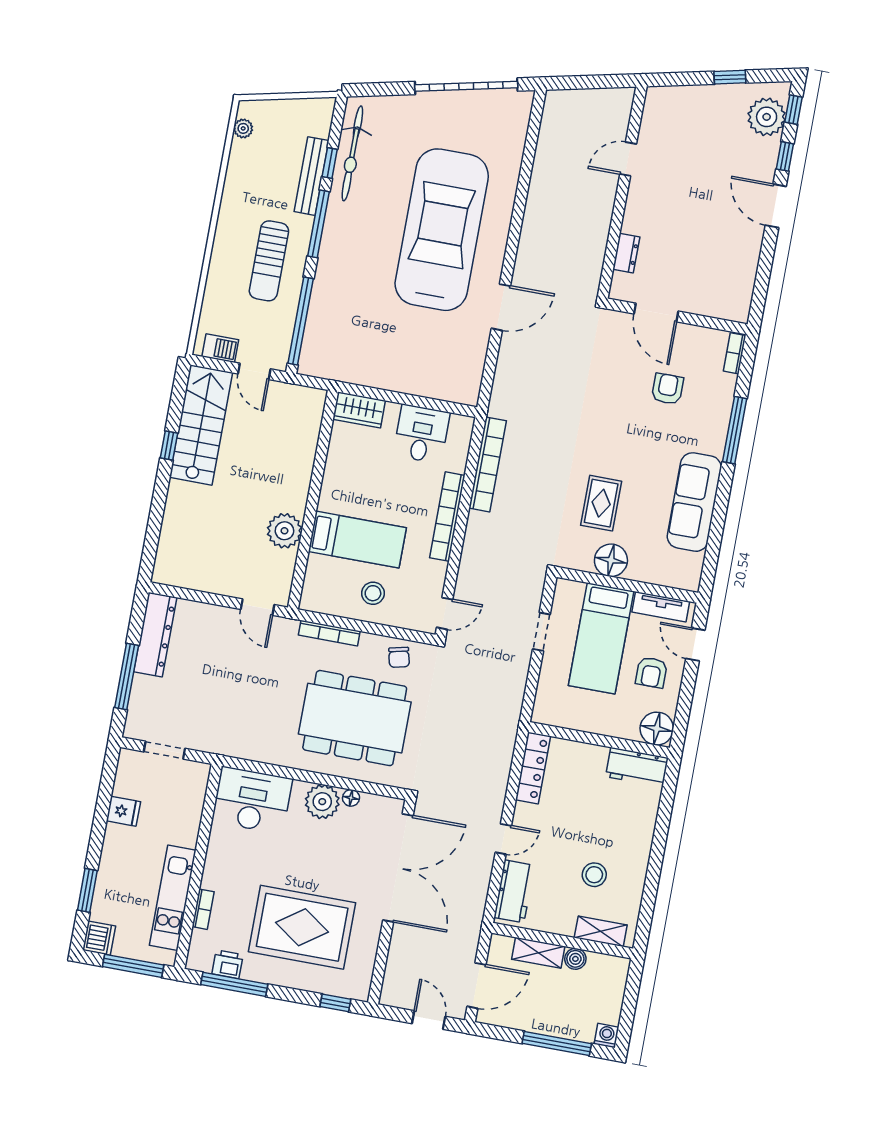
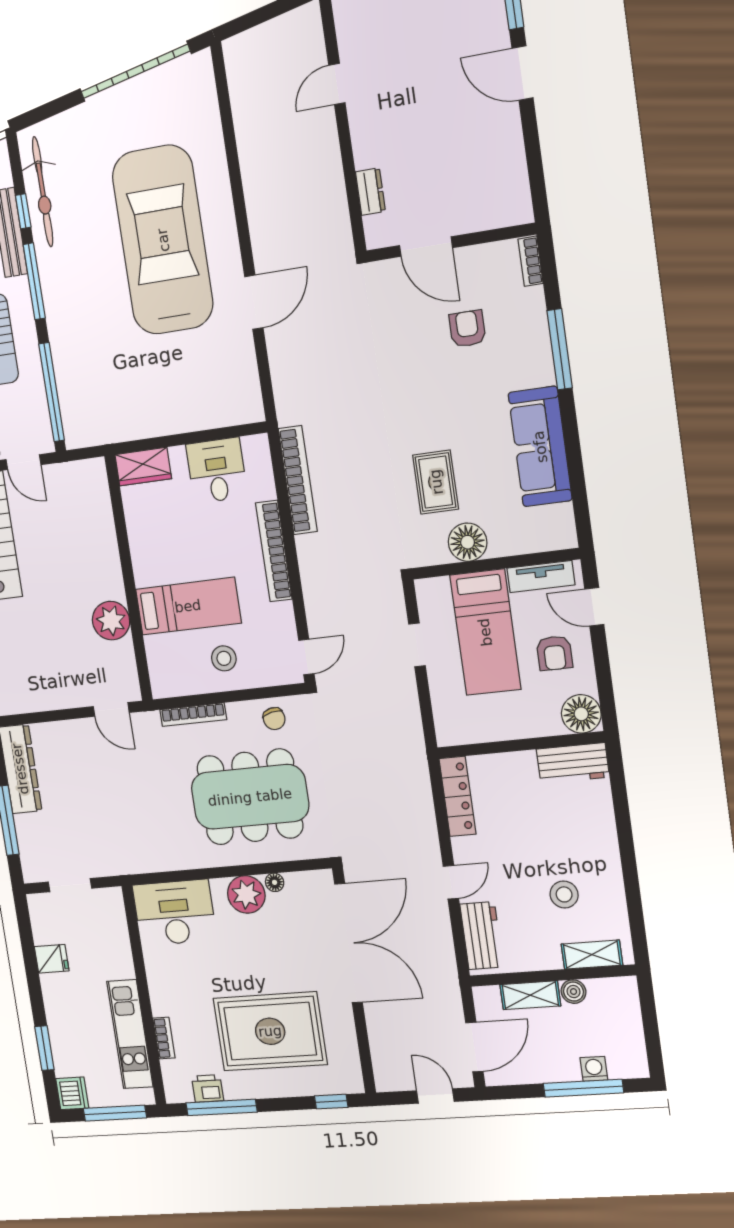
washing machine: (606, 1036) -> (594, 1069), moved

